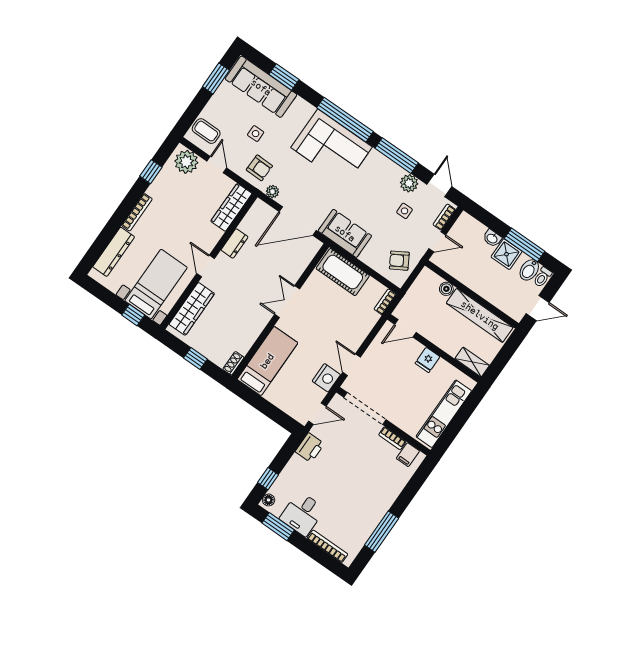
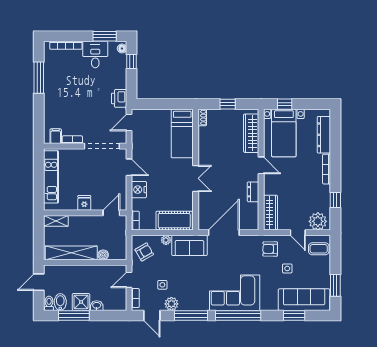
plant: (273, 192) -> (166, 240), moved
nightstand: (326, 378) -> (139, 190), moved

